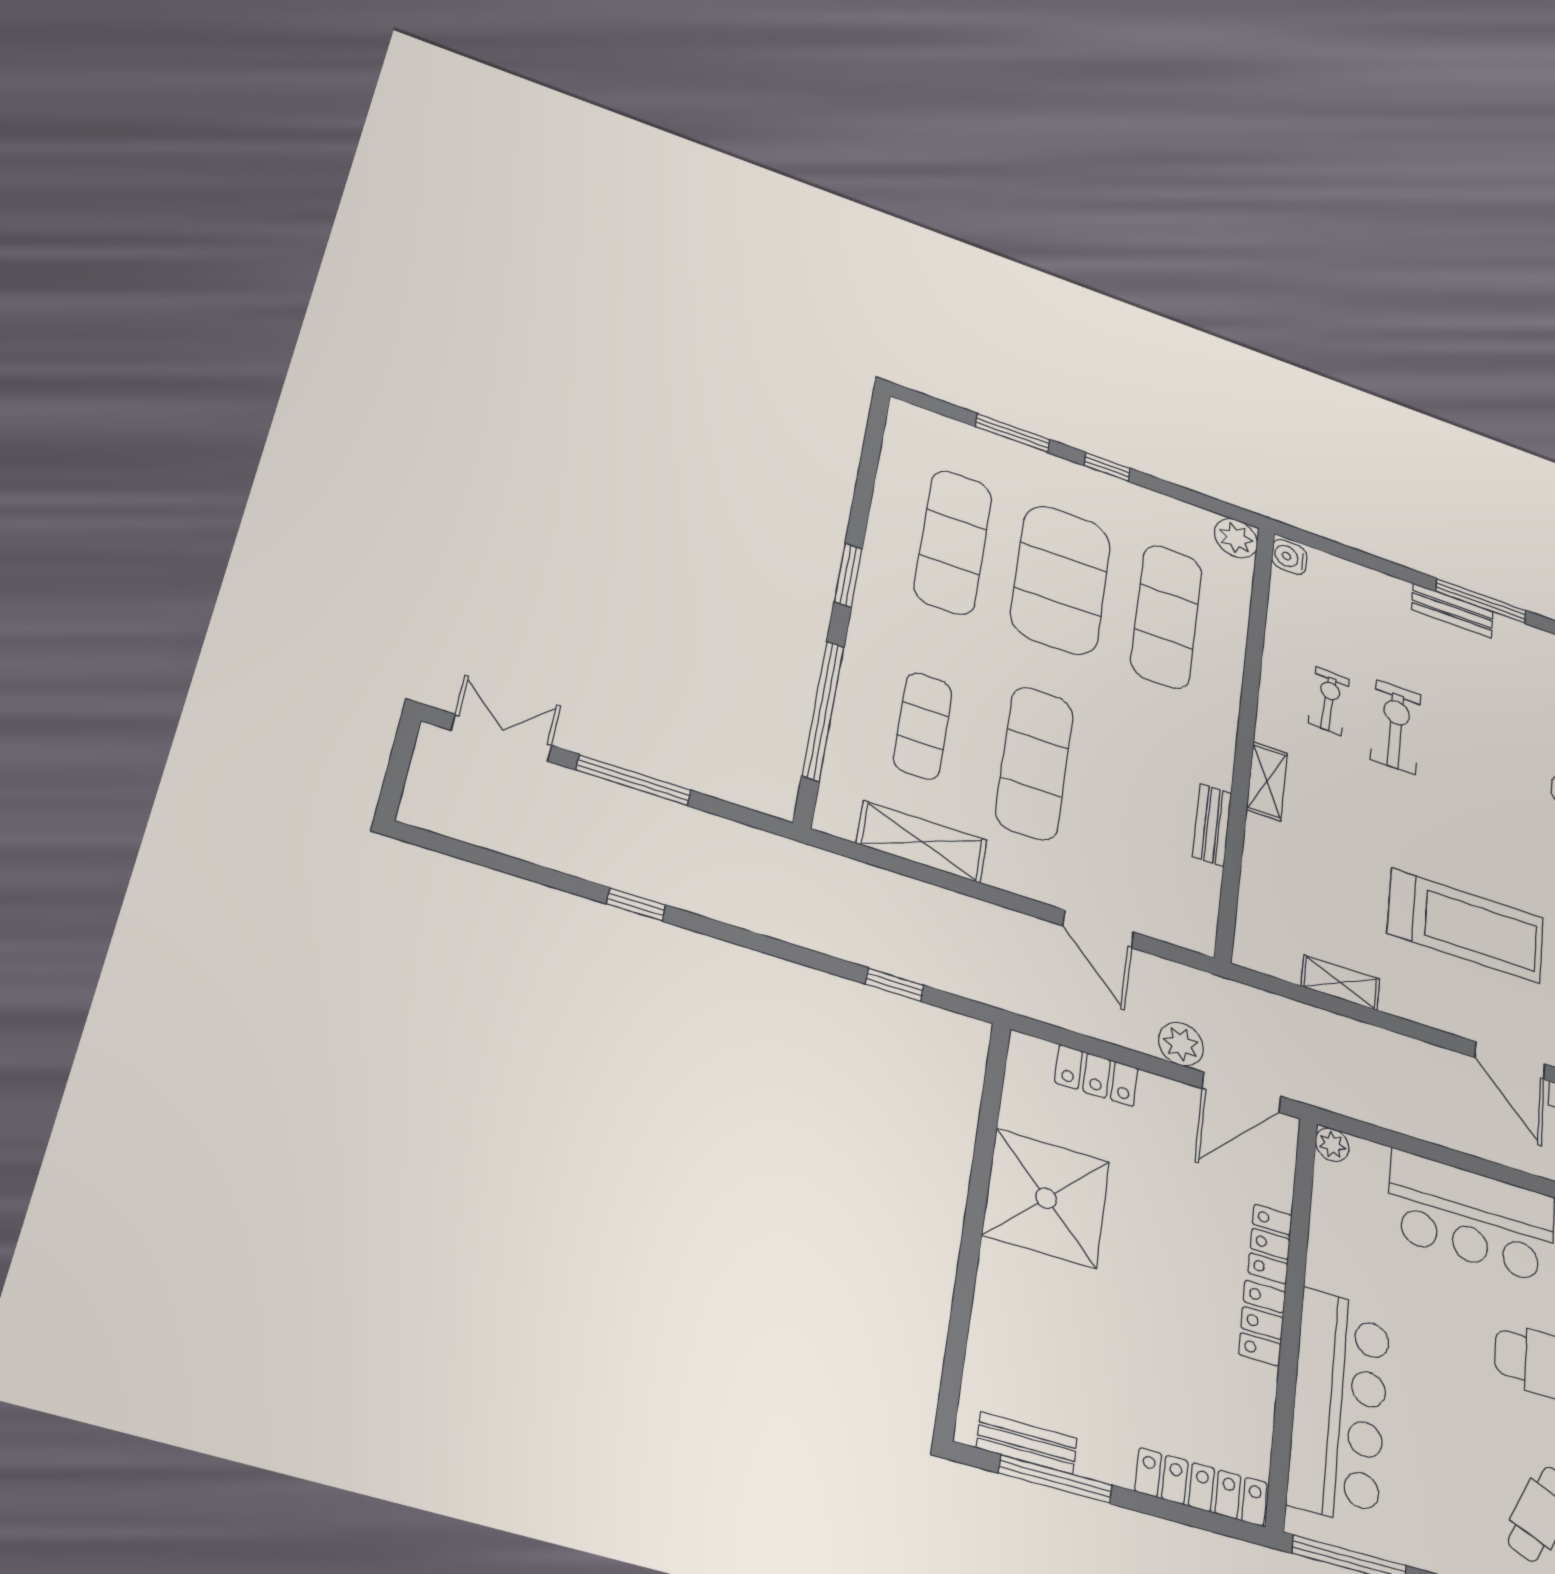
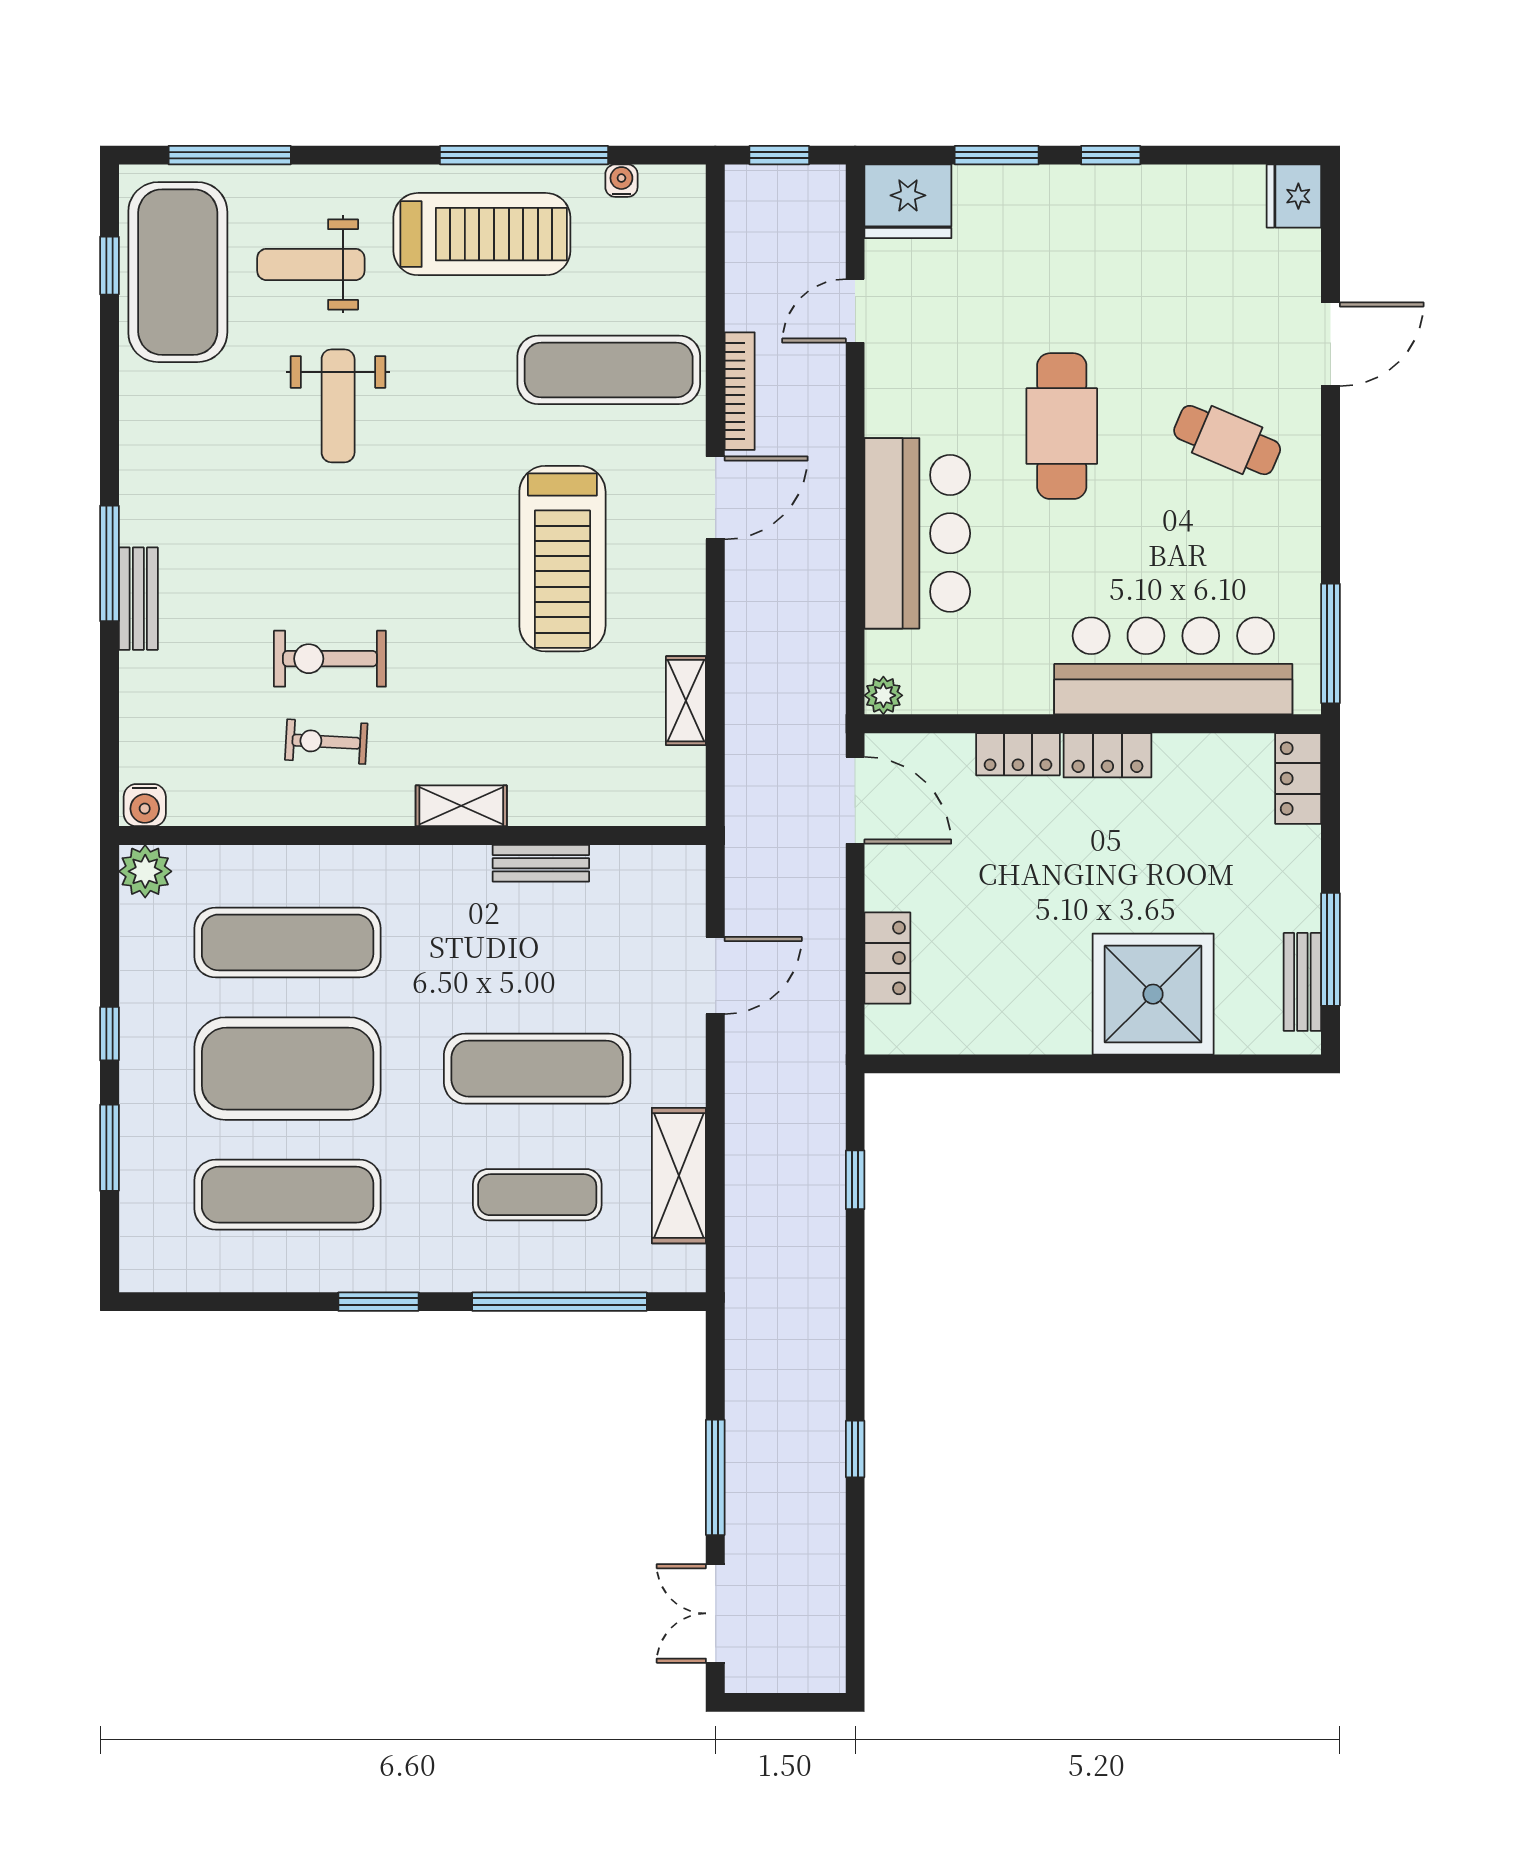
treadmill: (1466, 926) -> (562, 559), turned 180
plant: (1181, 1044) -> (821, 872), removed
shower: (1046, 1198) -> (1153, 994), moved
locker: (1201, 1487) -> (1298, 778), width x0.66

